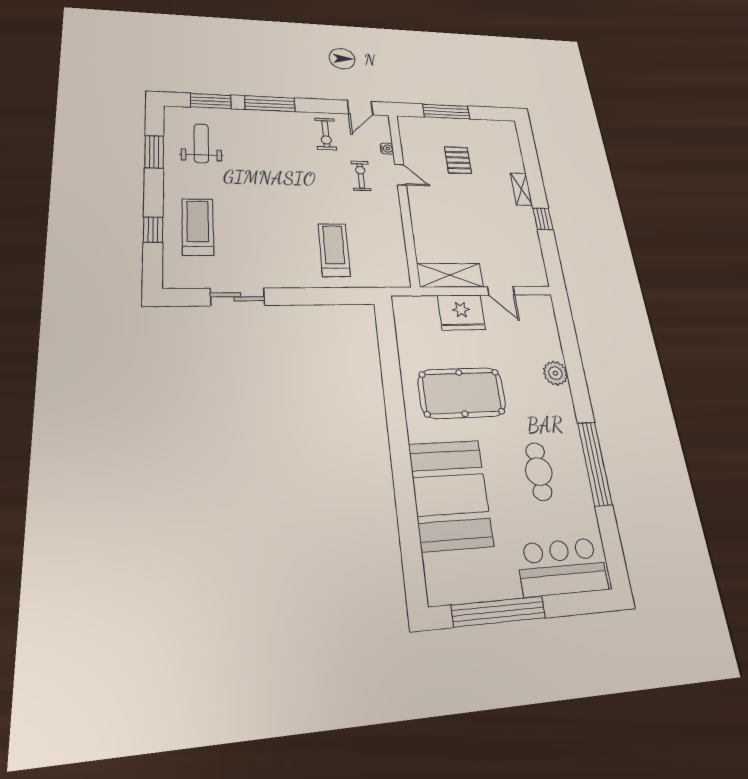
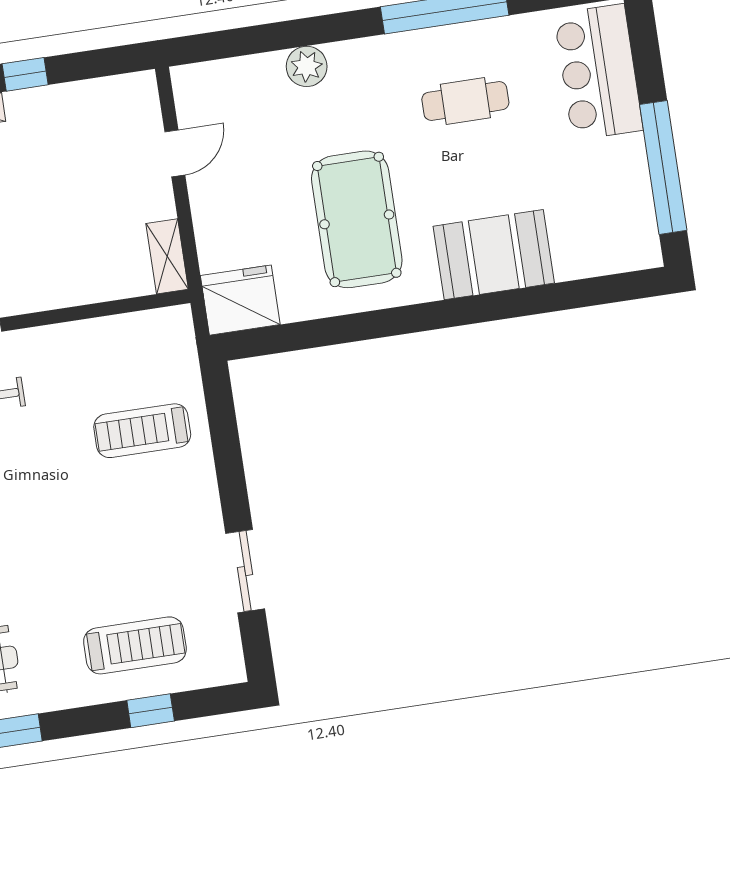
treadmill: (198, 227) -> (135, 645), turned 180
shelving: (450, 275) -> (167, 256), width x0.67, depth x0.75
fridge: (461, 312) -> (240, 300), moved, turned -90
booth: (451, 495) -> (494, 255), width x0.73, depth x0.70

